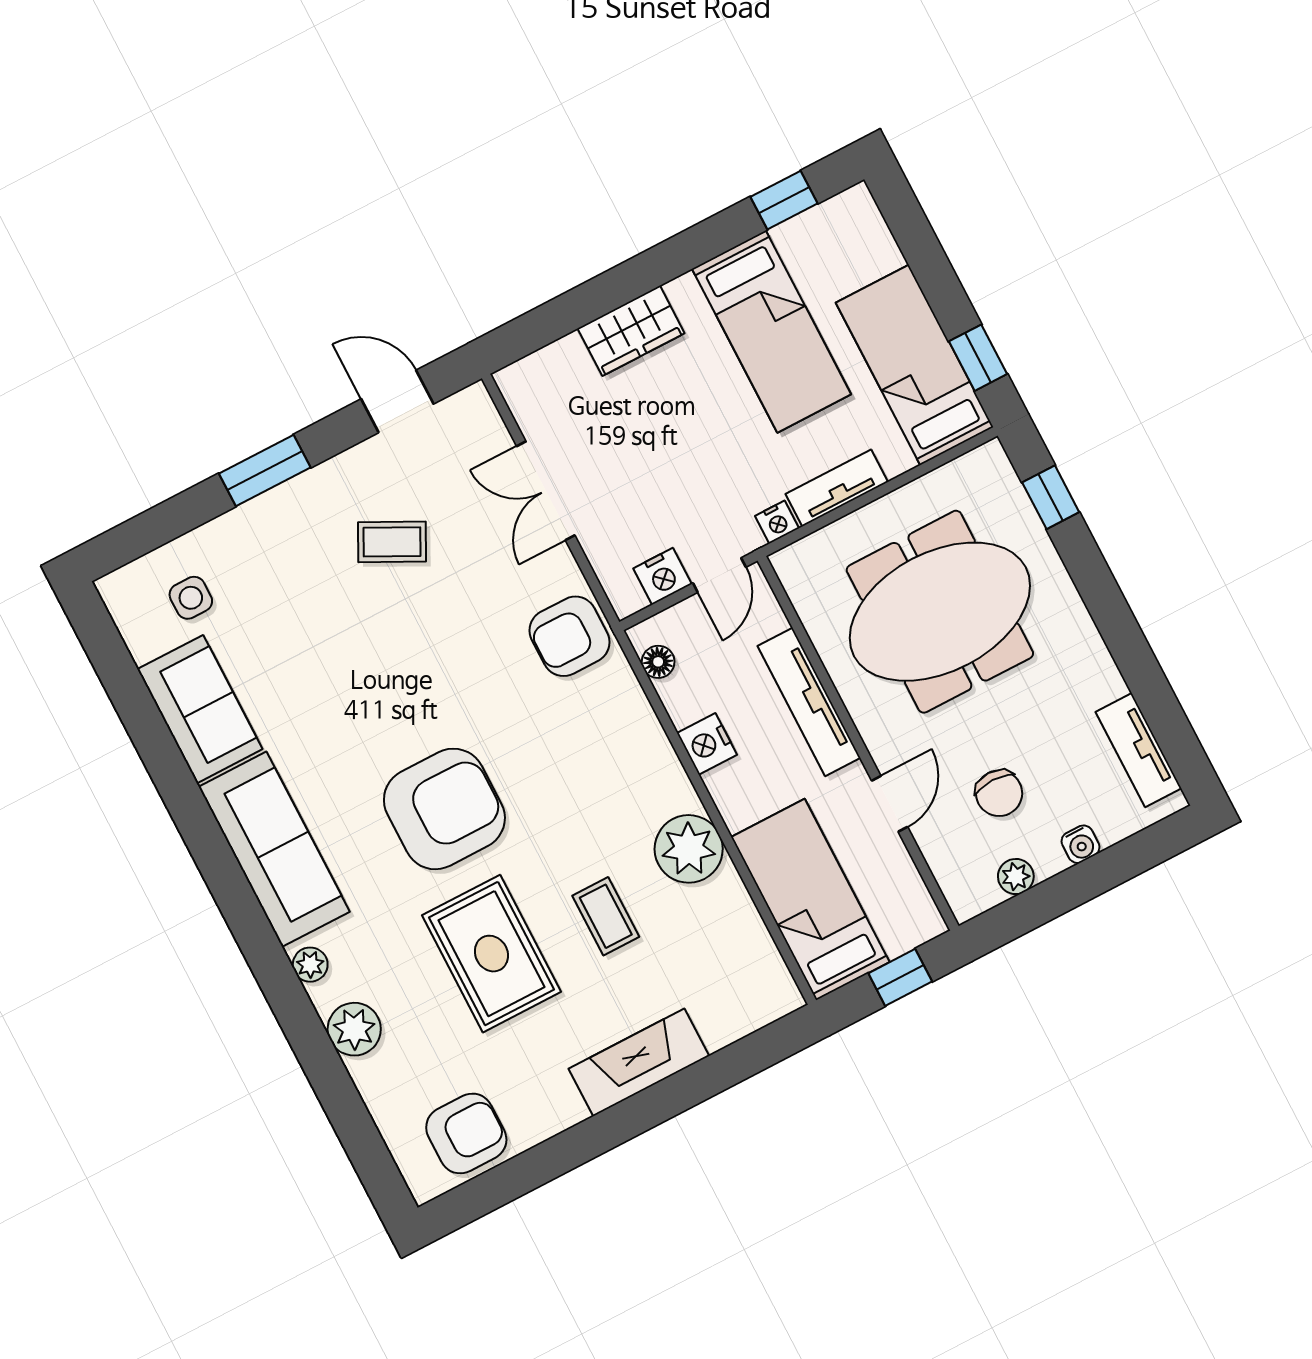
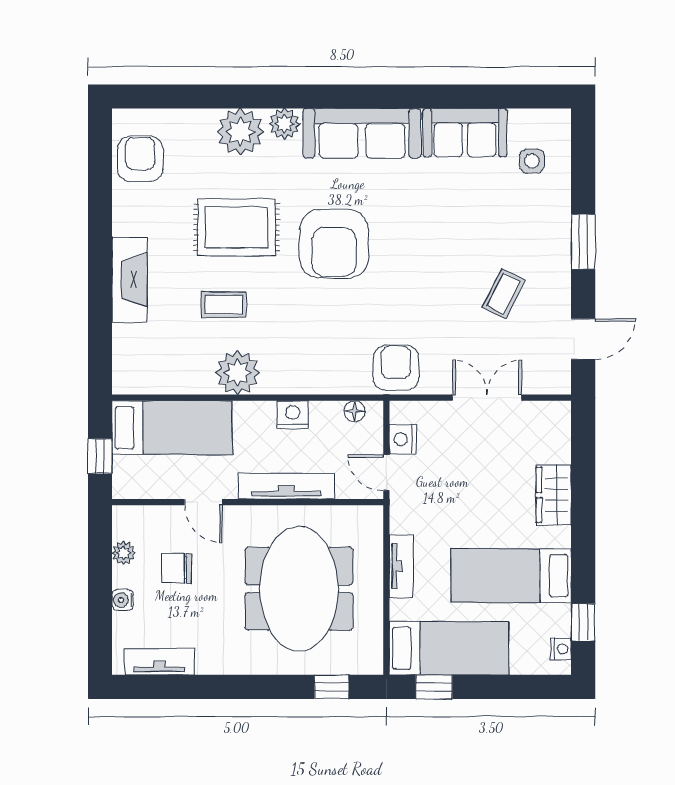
nightstand: (777, 522) -> (561, 649), moved, turned 180
plant: (310, 965) -> (285, 124), width x1.38, depth x1.38
plant: (354, 1029) -> (240, 132), width x1.36, depth x1.36
armchair: (466, 1133) -> (140, 159), turned 180

